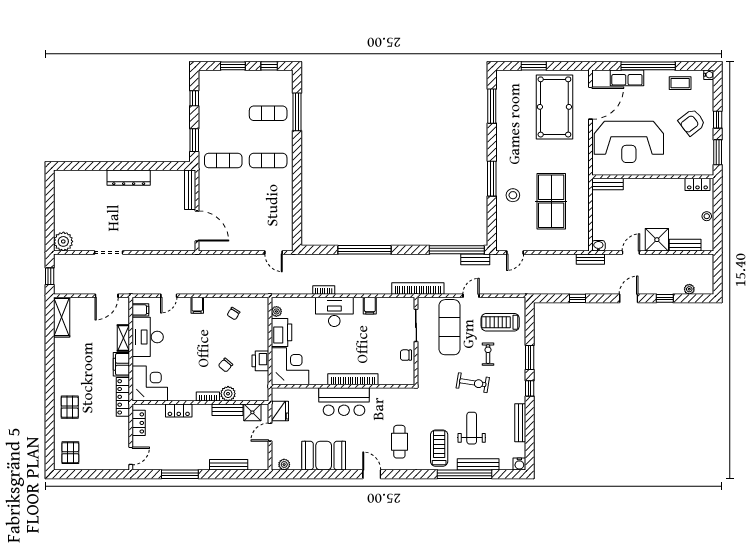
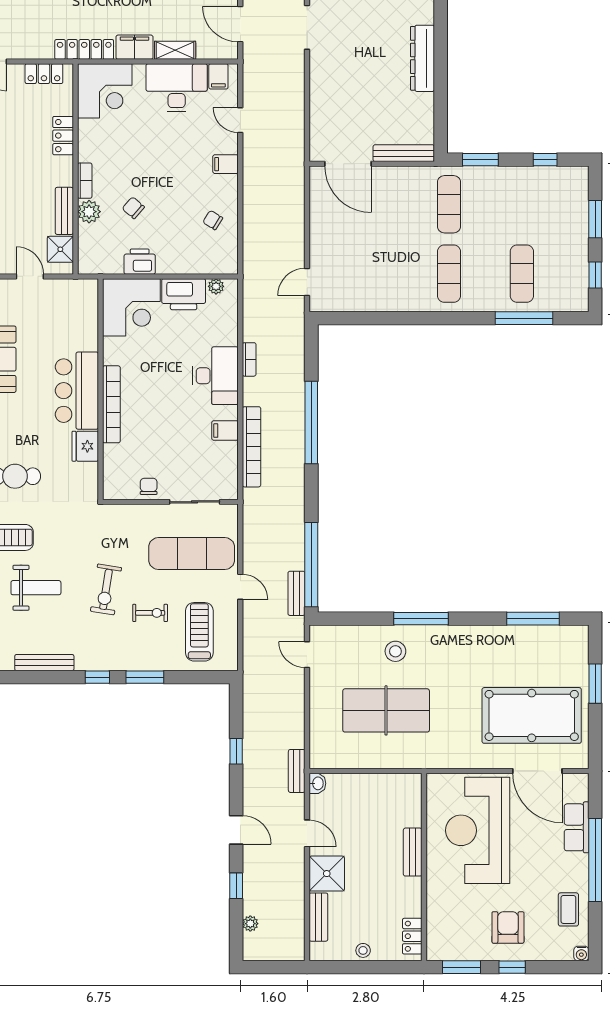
armchair: (692, 122) -> (508, 927), turned 38
bench: (607, 184) -> (413, 852), moved
door: (197, 226) -> (348, 164), hinge flipped
bookcase: (418, 288) -> (252, 447), moved
fridge: (280, 411) -> (85, 446), moved, turned 90

